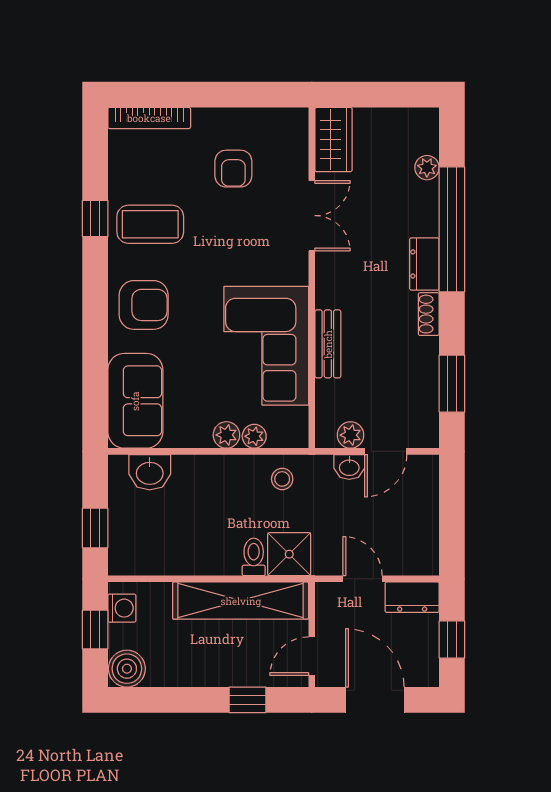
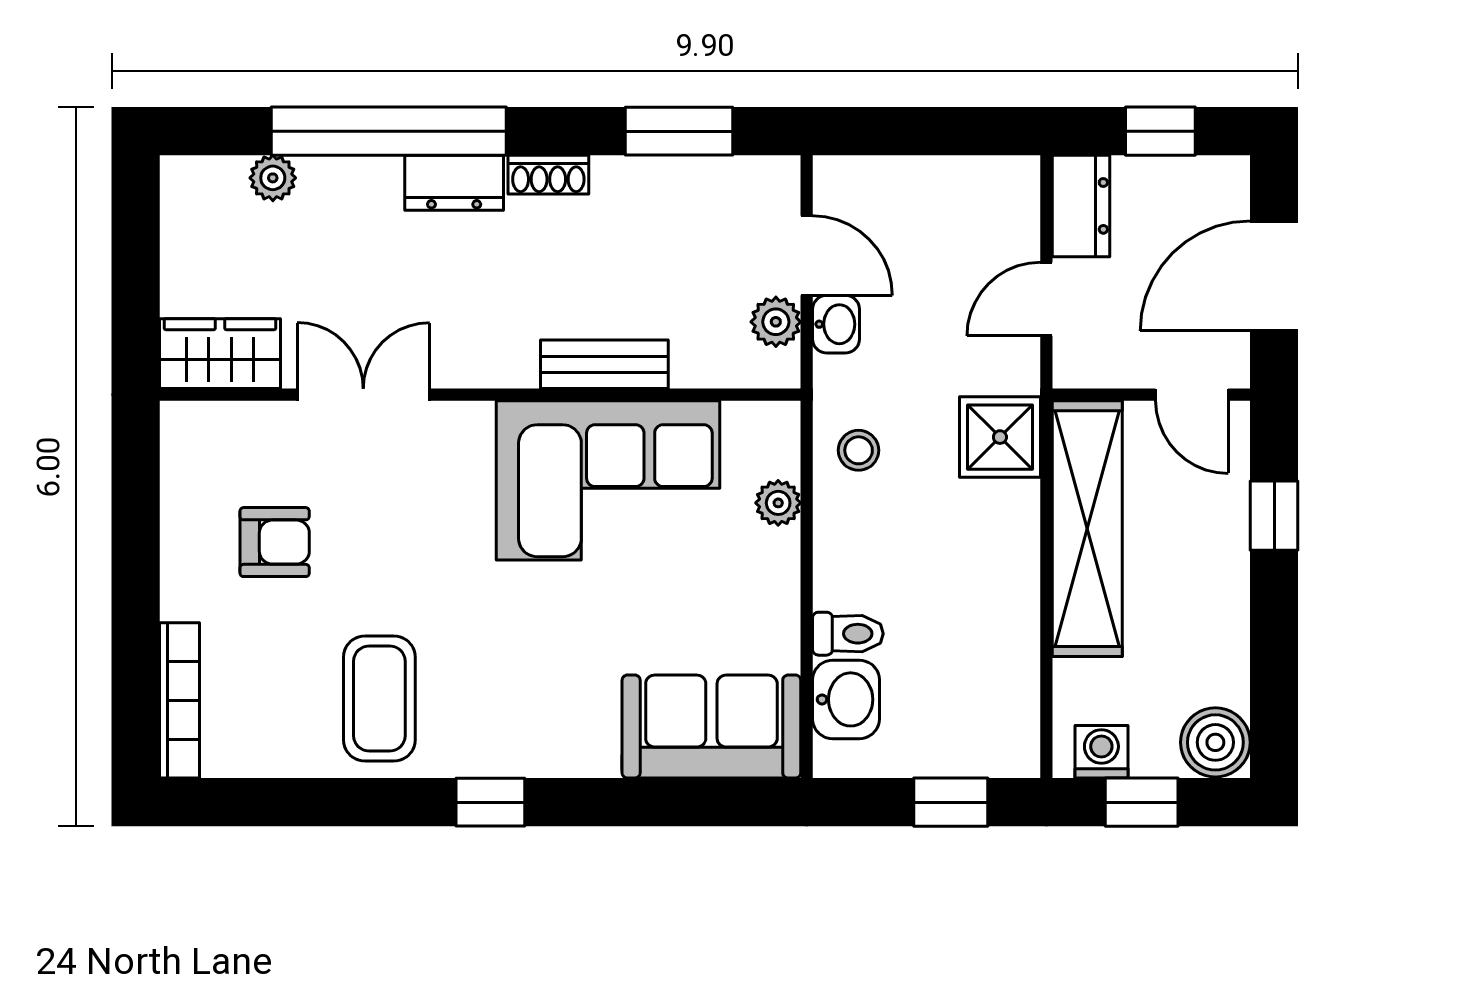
window: (95, 218) -> (490, 802), moved
armchair: (144, 305) -> (531, 711), removed
plant: (226, 435) -> (776, 555), removed
toilet: (254, 557) -> (848, 634), moved, turned 180

